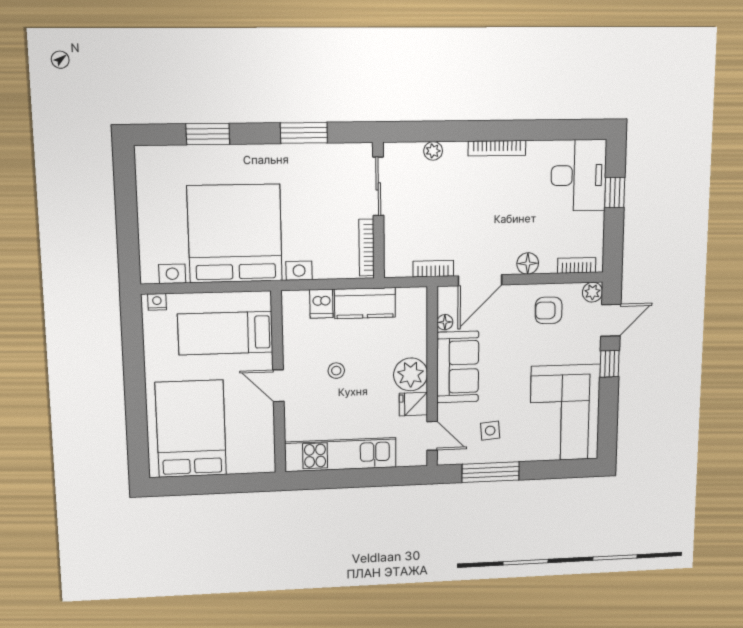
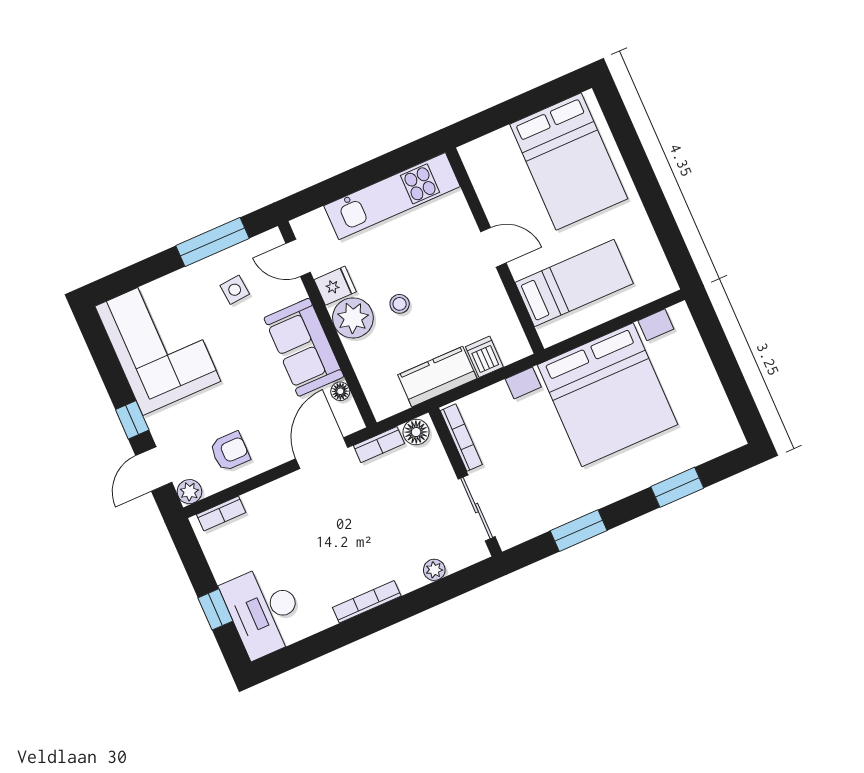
floor lamp: (528, 263) -> (416, 432), moved
nightstand: (157, 302) -> (660, 288), removed
stool: (336, 371) -> (400, 304), moved

